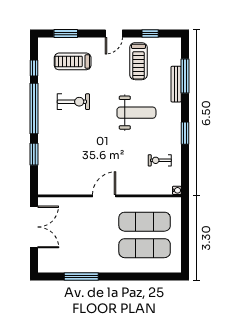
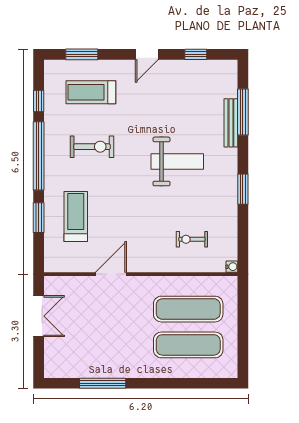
treadmill: (138, 61) -> (76, 217), moved, turned 180
exercise bike: (160, 160) -> (192, 239), moved
door: (104, 196) -> (111, 274), moved
double door: (34, 227) -> (39, 316), width x0.73

